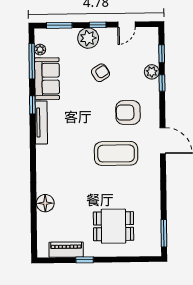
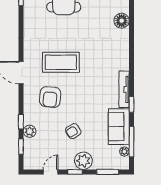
armchair: (128, 112) -> (50, 97), turned 95

